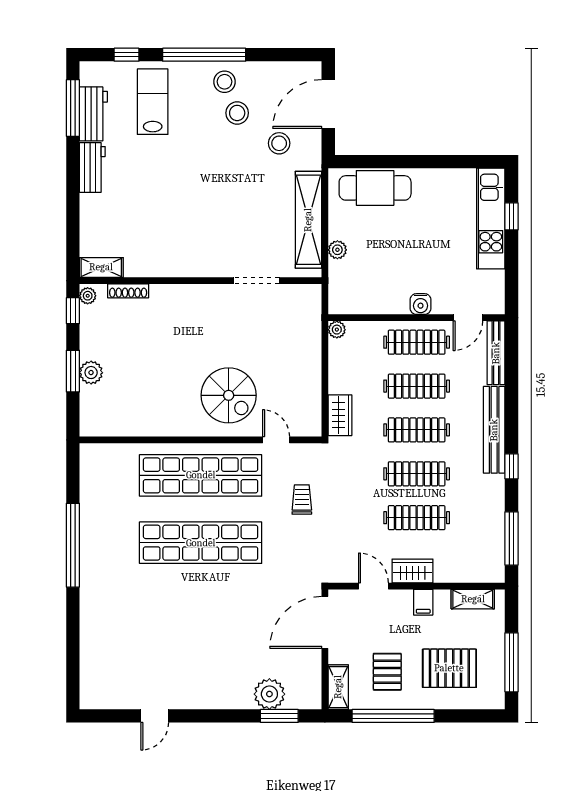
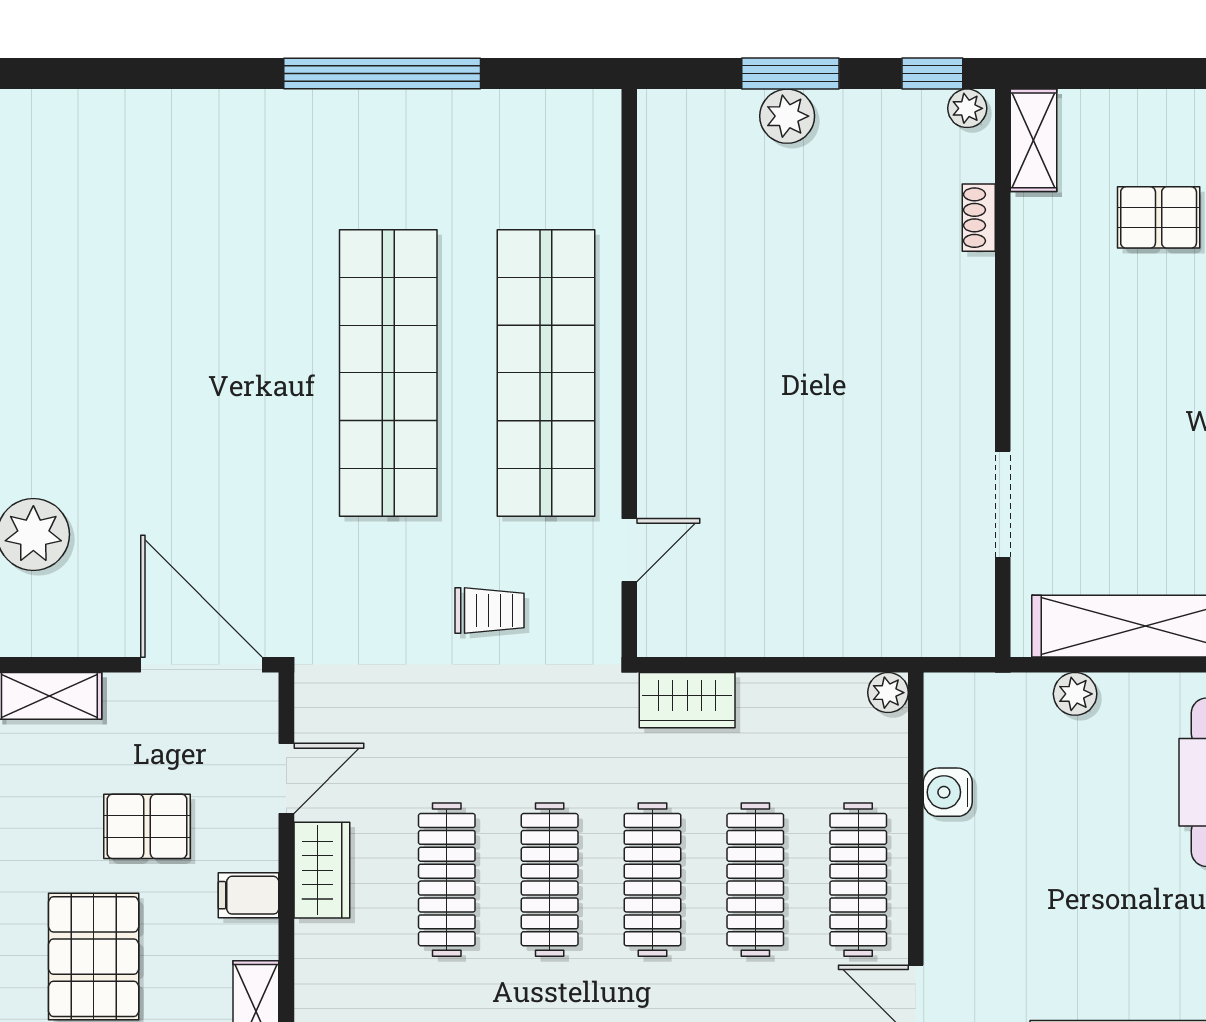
pallet: (134, 214) -> (1159, 217), added
shoe rack: (128, 291) -> (979, 218), width x0.70
water cooler: (421, 304) -> (948, 792), moved
spiral stairs: (229, 395) -> (734, 439), removed
pallet: (387, 672) -> (147, 826), moved

